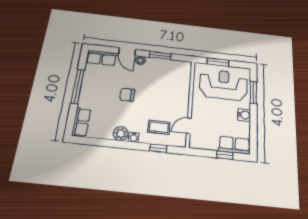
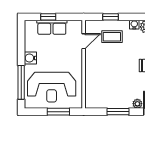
window: (253, 93) -> (21, 82), width x1.44
row of seats: (234, 145) -> (52, 27), moved

